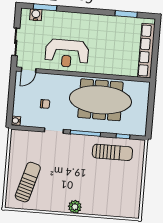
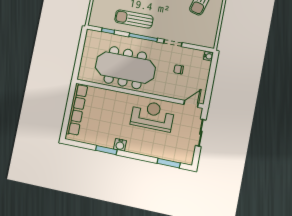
window: (126, 14) -> (106, 150), moved
water cooler: (36, 15) -> (120, 145), moved
sun lounger: (112, 152) -> (134, 19), moved

